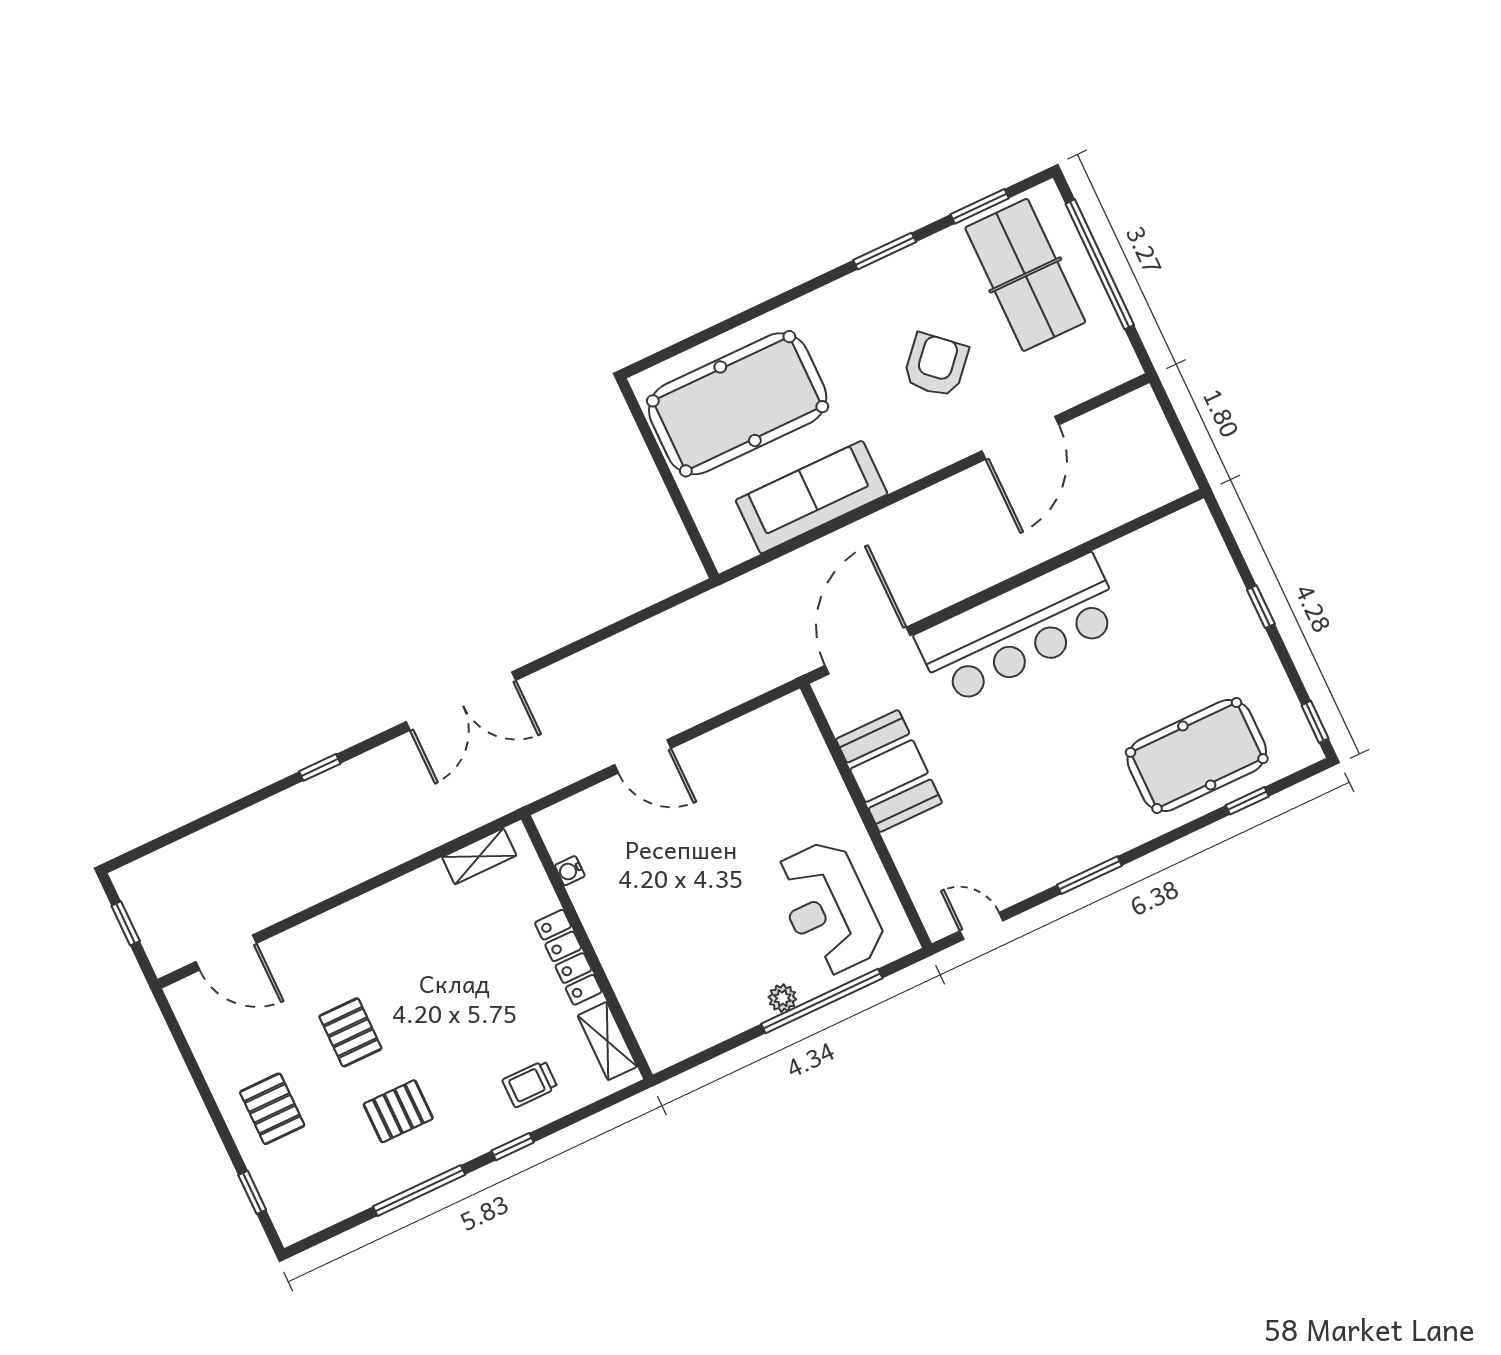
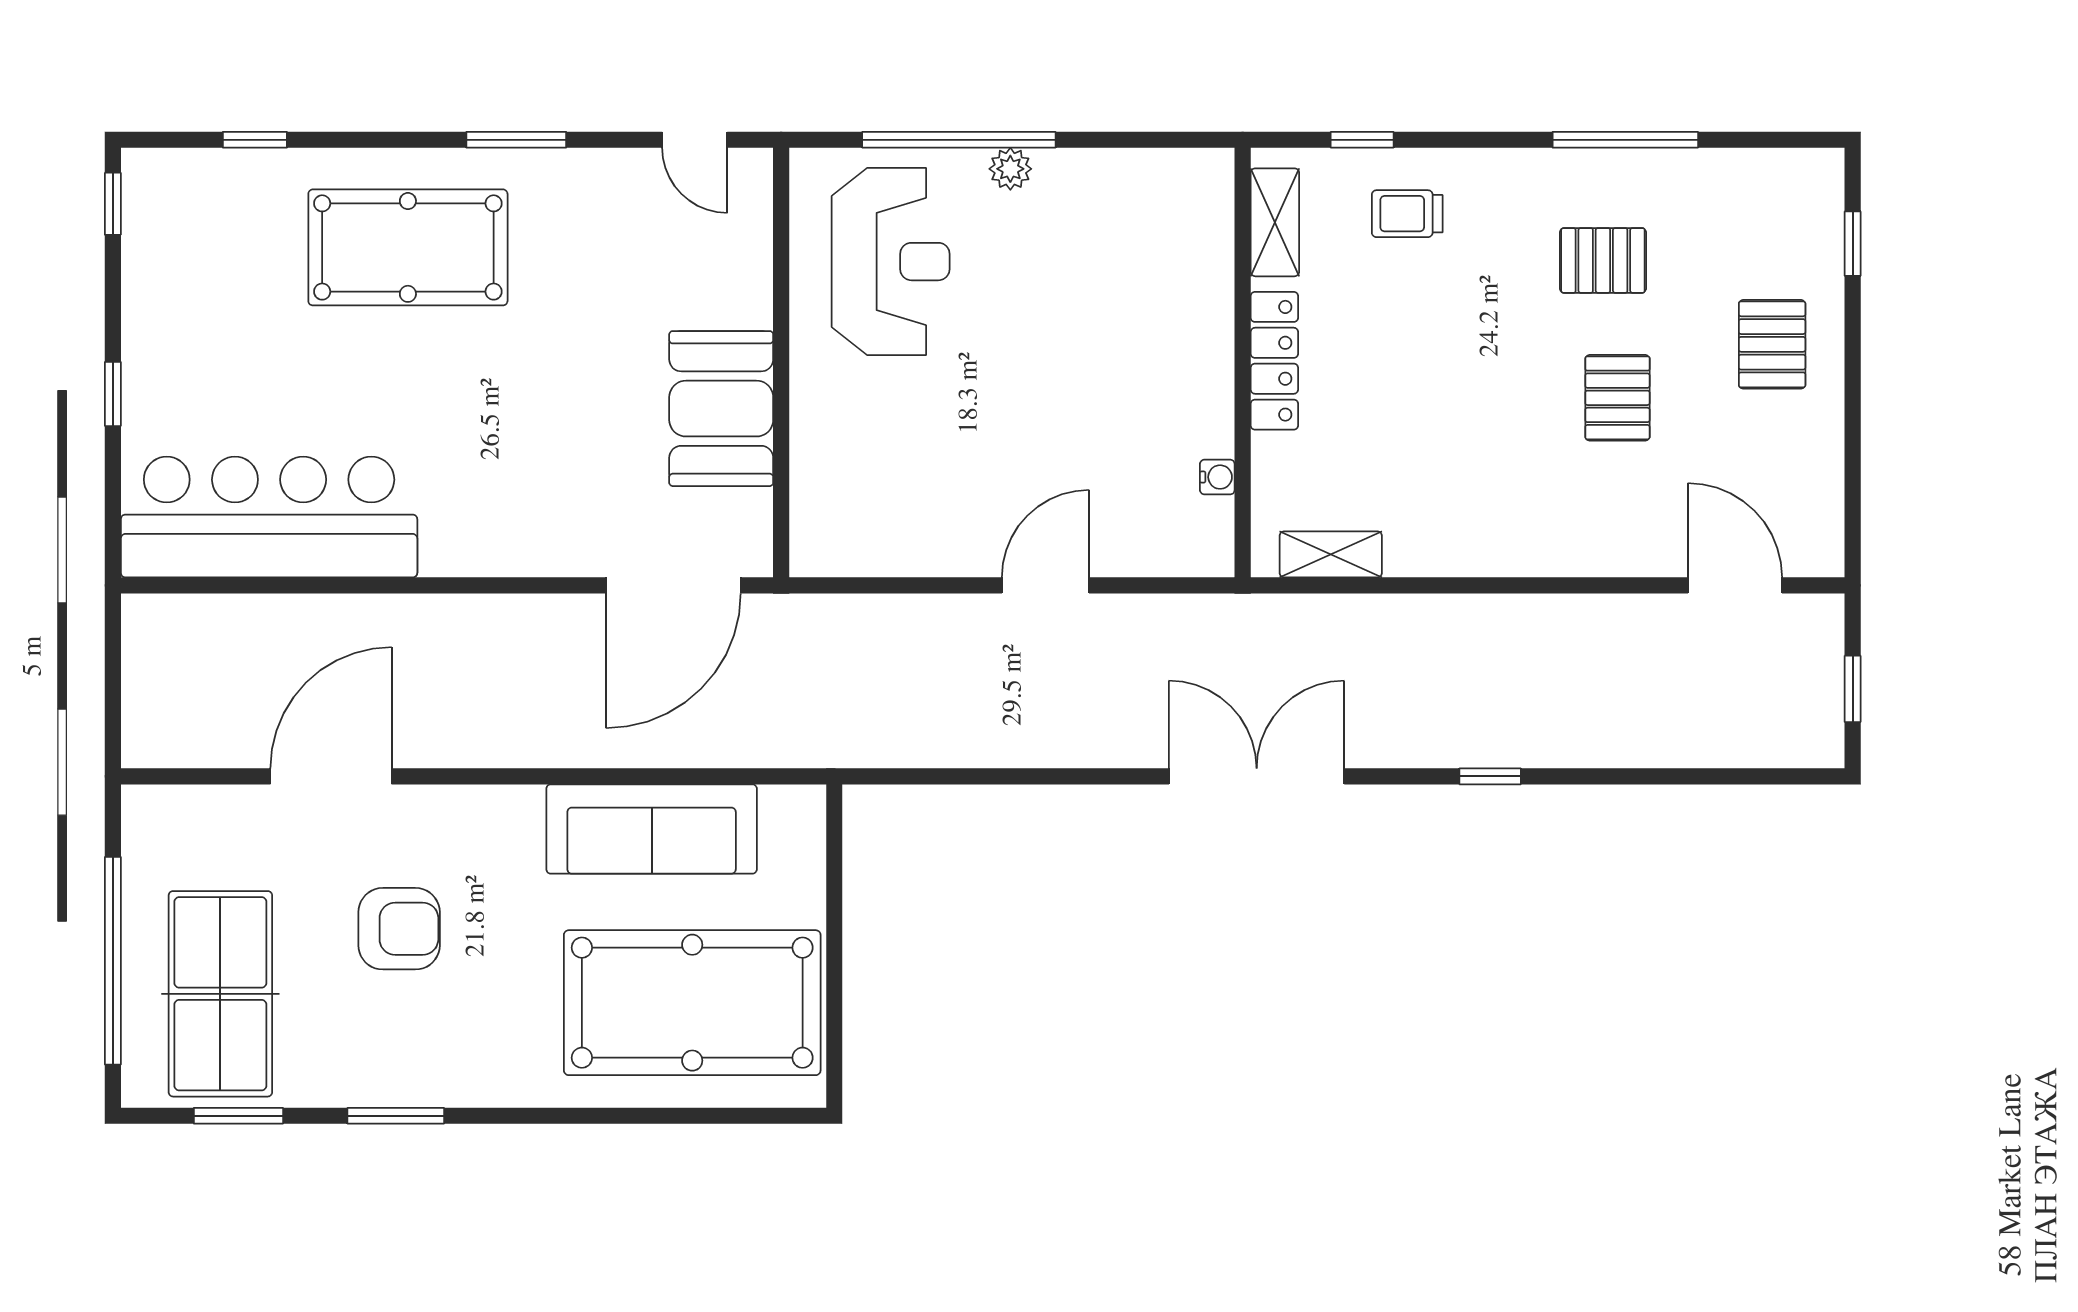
armchair: (936, 365) -> (399, 929), turned -132
bar counter: (1019, 630) -> (269, 517), moved
pool table: (1197, 755) -> (408, 247), moved
door: (643, 756) -> (1046, 585), hinge flipped
trolley: (530, 1084) -> (1407, 214), turned 180
window: (513, 1147) -> (1362, 140), moved

